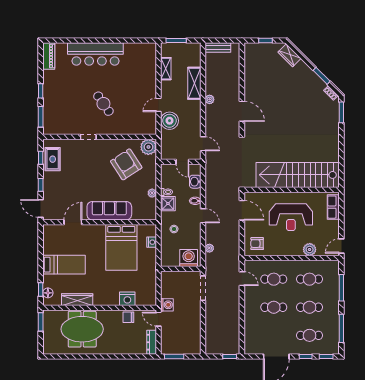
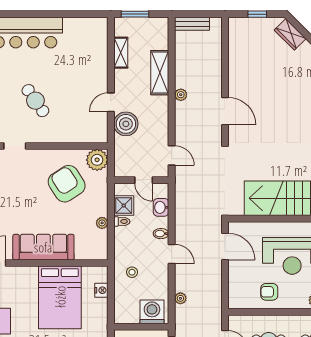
shower: (168, 204) -> (124, 205), moved
armchair: (257, 244) -> (269, 292), moved

